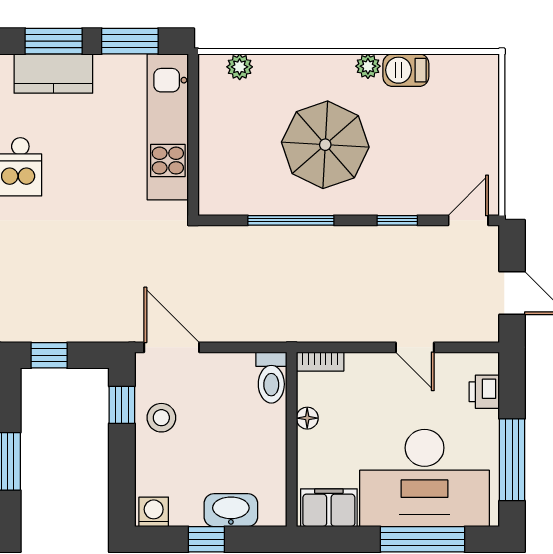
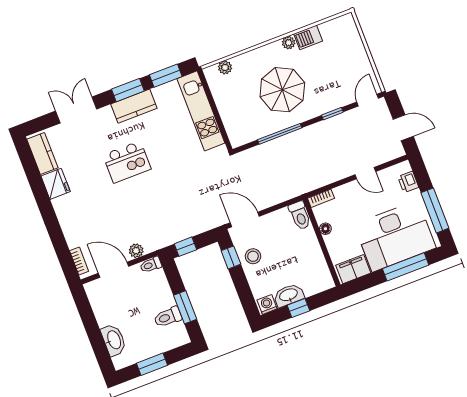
washbasin: (231, 510) -> (289, 295), moved

